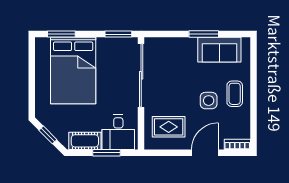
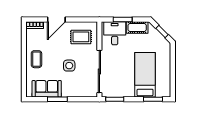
bed: (73, 71) -> (145, 75), width x0.67
side table: (209, 101) -> (69, 66), moved

